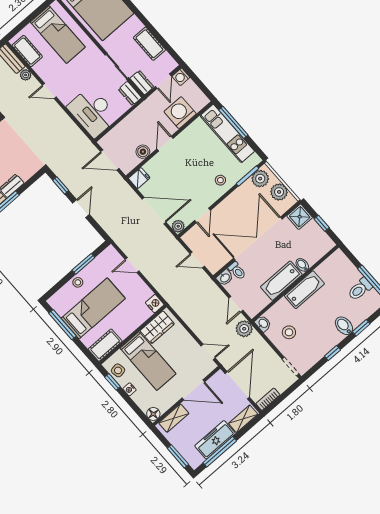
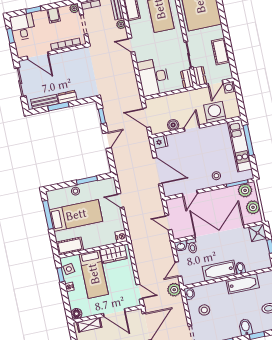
plant: (178, 226) -> (168, 191), removed
bathtub: (304, 290) -> (243, 284), moved

